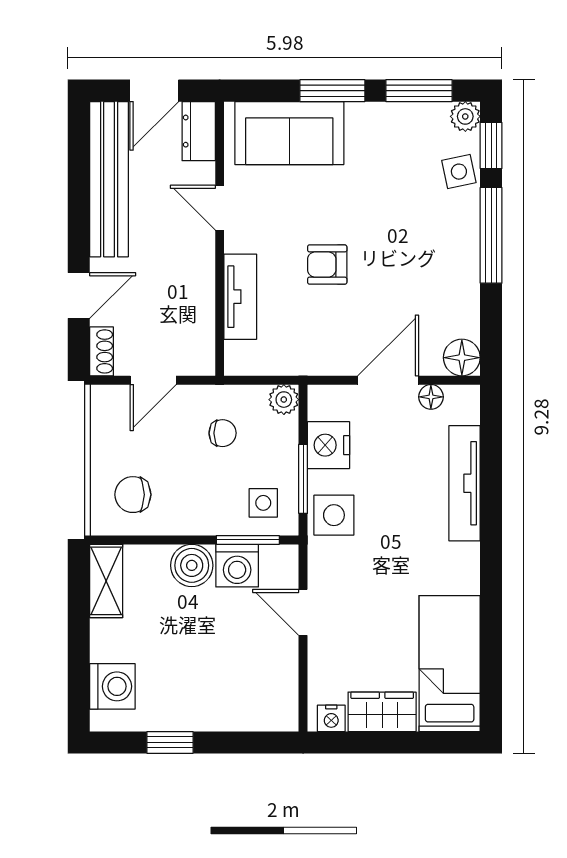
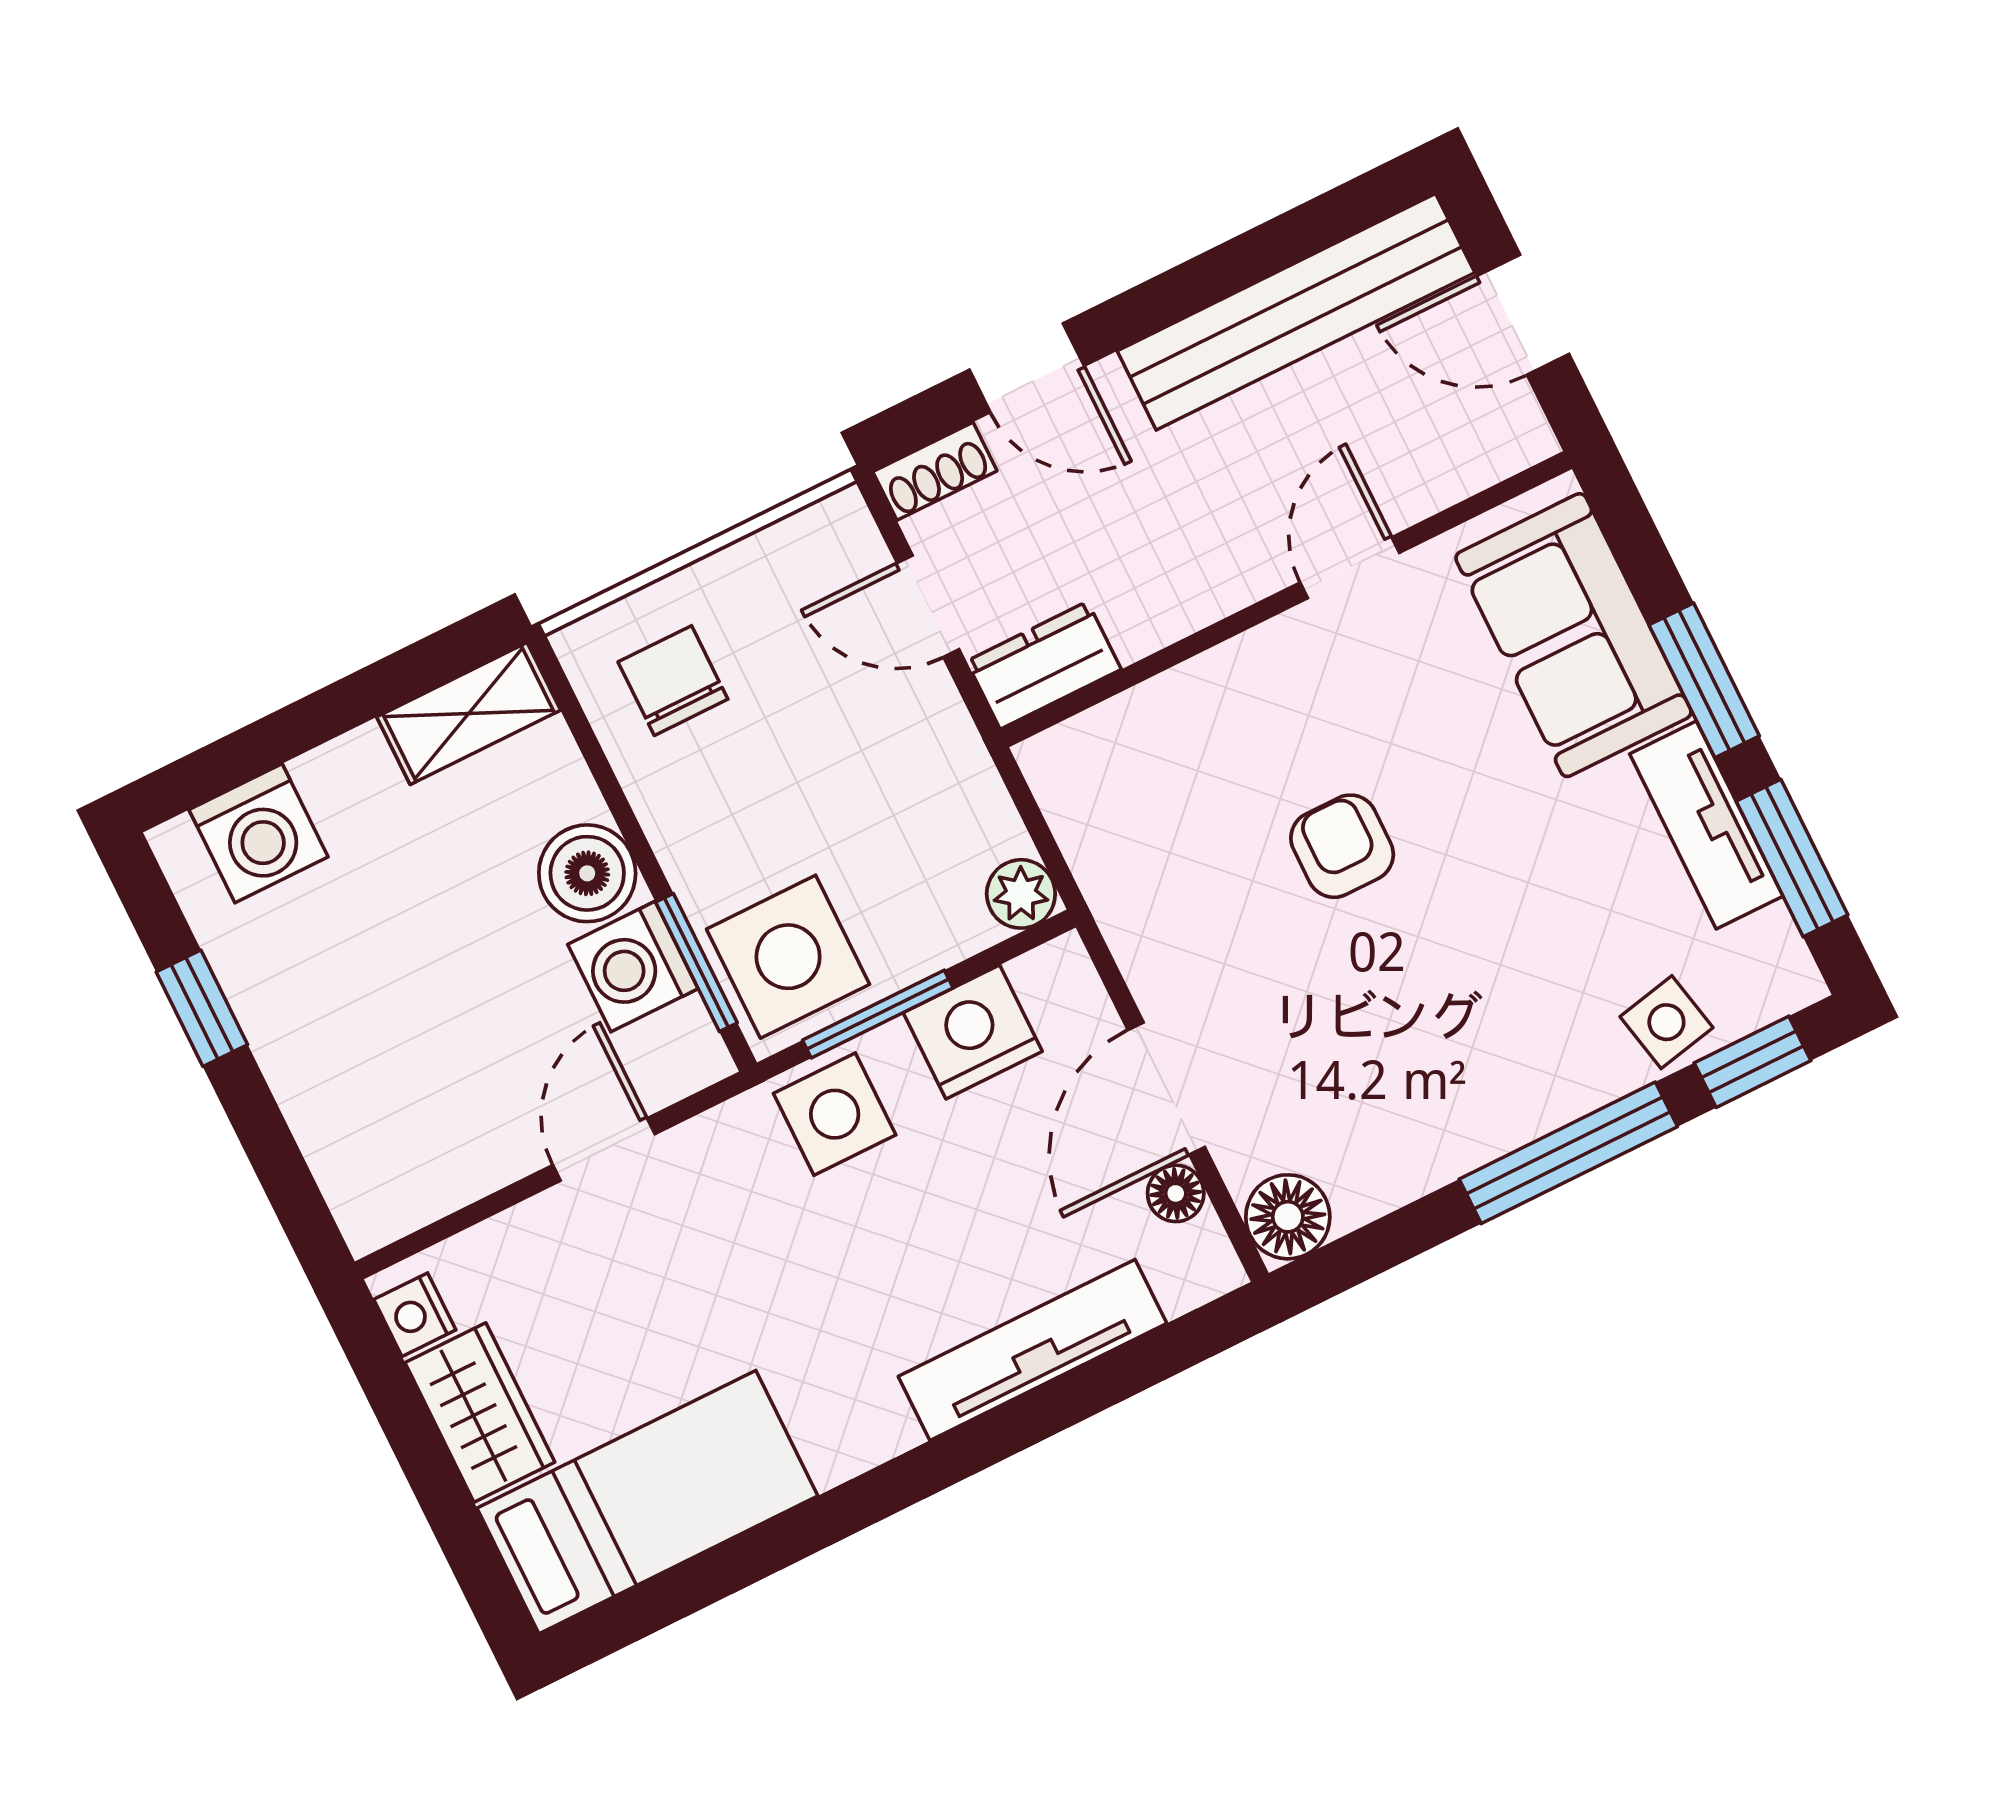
plant: (465, 116) -> (1786, 979), removed
dresser: (199, 131) -> (1044, 665), moved
tv unit: (240, 297) -> (1706, 825), moved, turned 90
door: (388, 380) -> (1166, 1088), swing flipped
chair: (223, 433) -> (890, 802), removed
side table: (263, 503) -> (788, 957), width x1.87, depth x1.87

